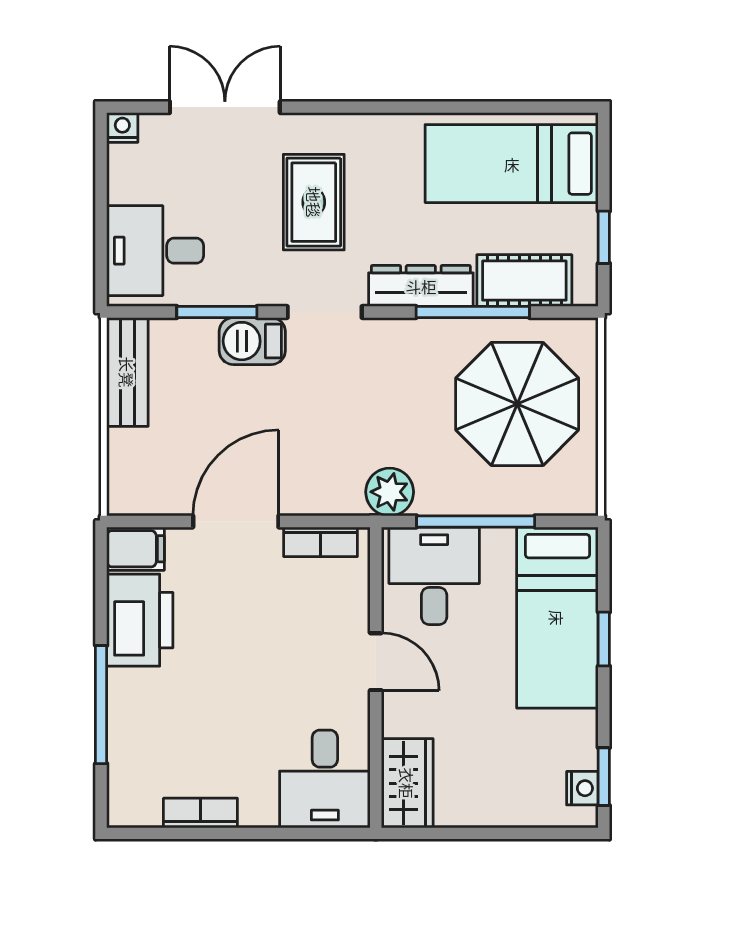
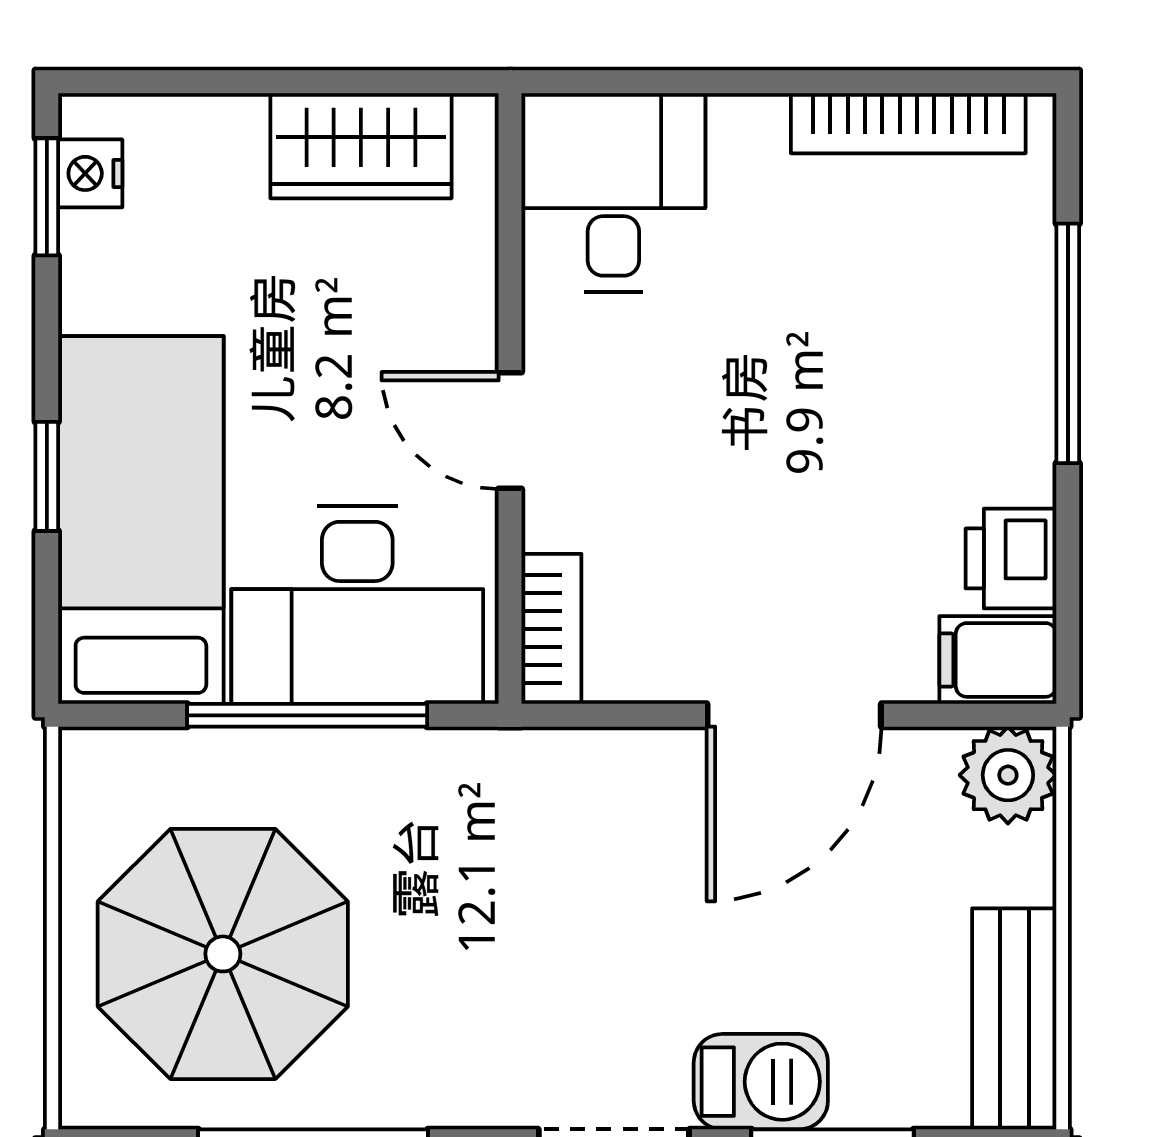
plant: (390, 492) -> (1008, 775), moved
bookcase: (320, 542) -> (551, 629), moved, turned 90
desk: (434, 576) -> (357, 605), width x1.37
printer: (140, 620) -> (1011, 558), width x0.53, depth x0.68
wardrobe: (407, 783) -> (361, 146), moved, turned -90
bookcase: (200, 813) -> (908, 123), width x1.56

